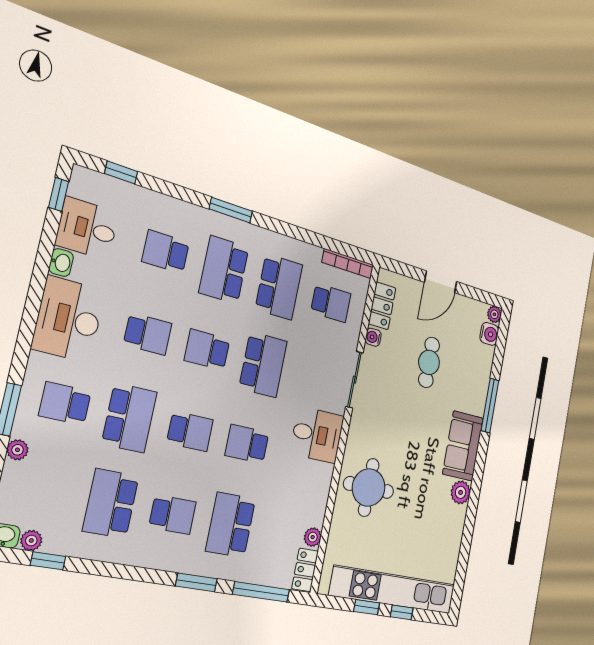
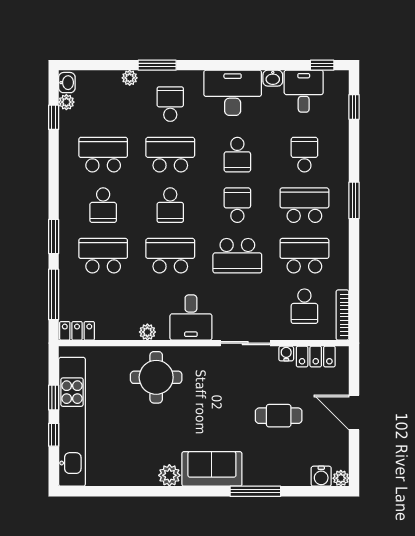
school desk: (279, 287) -> (304, 256), turned 180
school desk: (129, 418) -> (170, 155), turned 180
school desk: (247, 444) -> (170, 256), width x1.85
plant: (313, 537) -> (147, 332), moved

